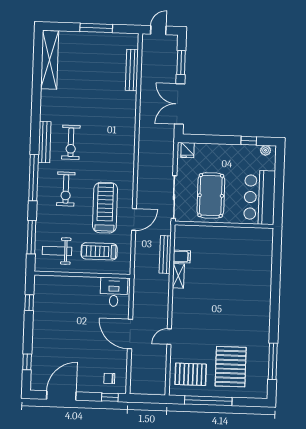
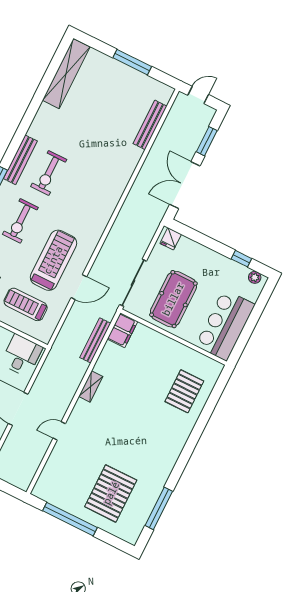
filing cabinet: (182, 256) -> (122, 330), moved, width x2.00
shelving: (178, 276) -> (91, 386), moved
pallet: (191, 374) -> (184, 391), moved, turned 90

